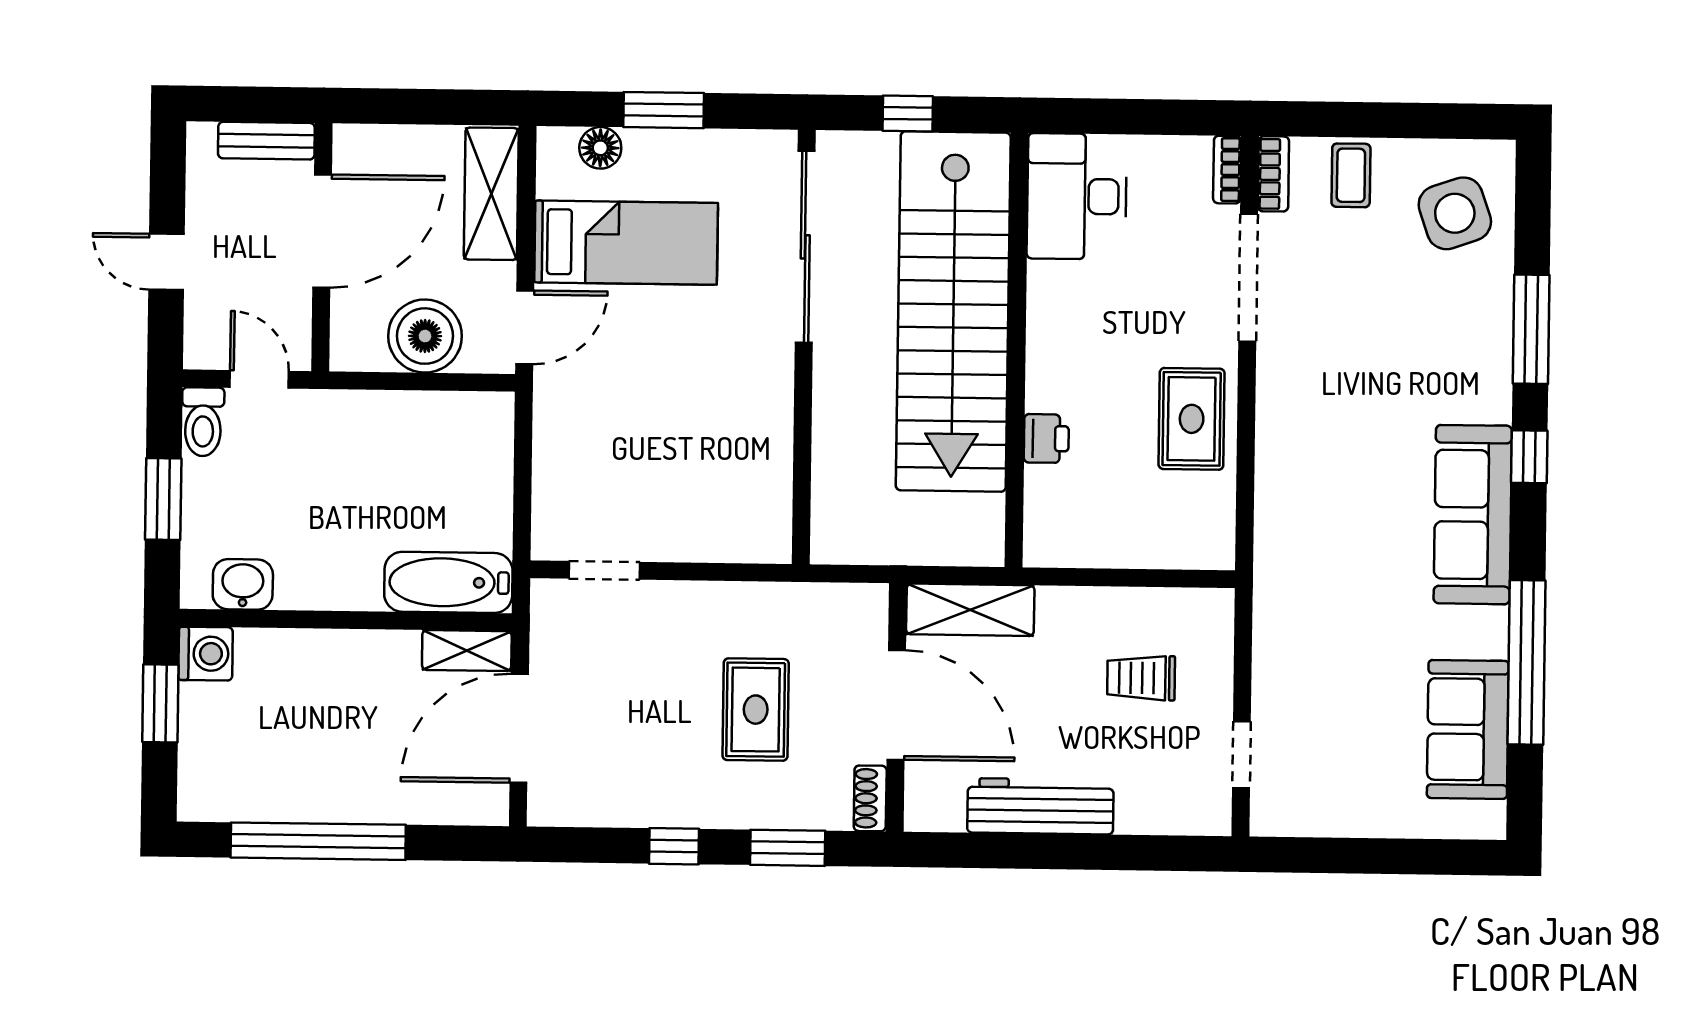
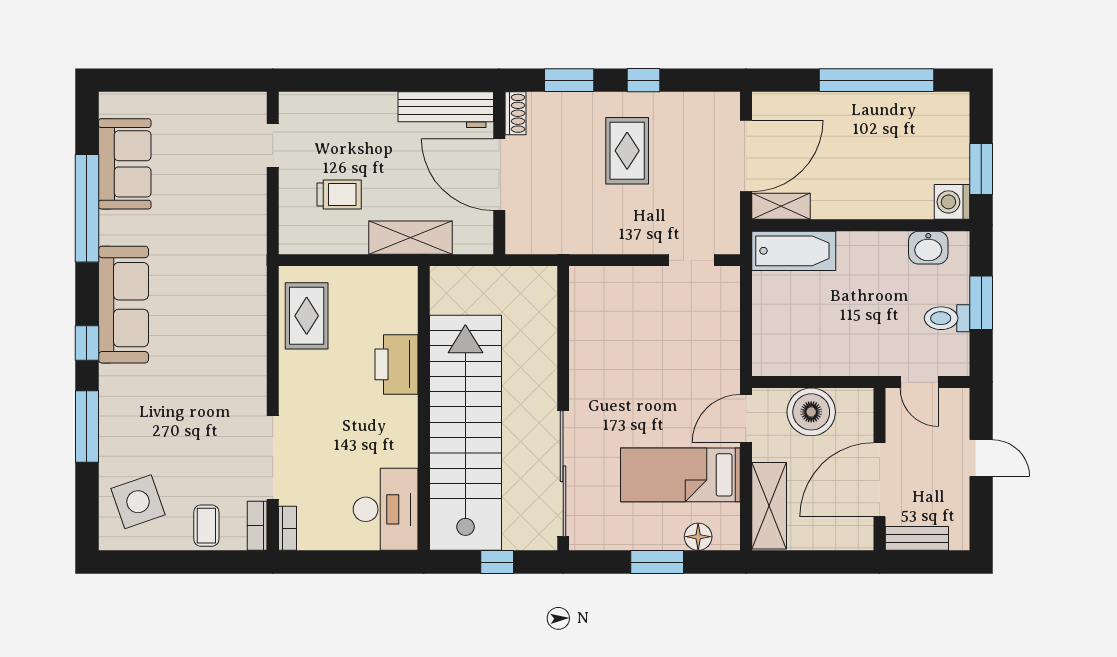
rug: (1192, 419) -> (307, 316), moved
toilet: (203, 422) -> (947, 318), moved, turned -90
printer: (1046, 439) -> (396, 364), width x1.87, depth x1.48
shelving: (970, 610) -> (411, 238), moved
rug: (756, 710) -> (627, 151), moved
workbench: (1040, 806) -> (446, 110), moved

